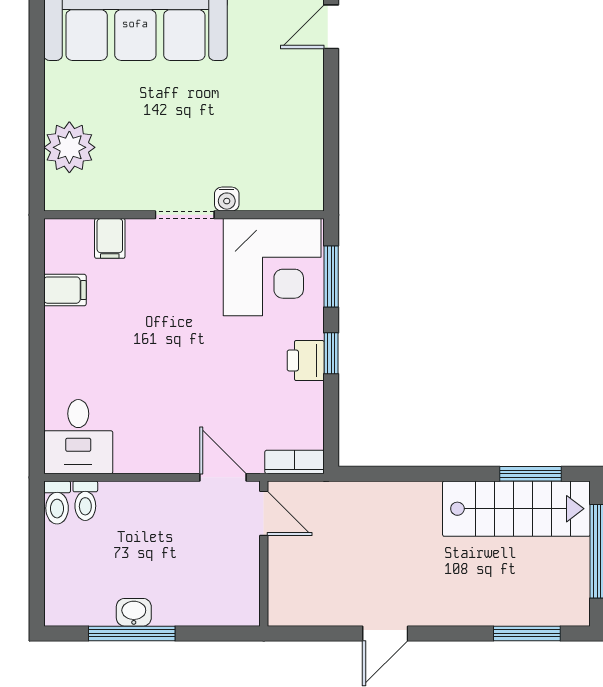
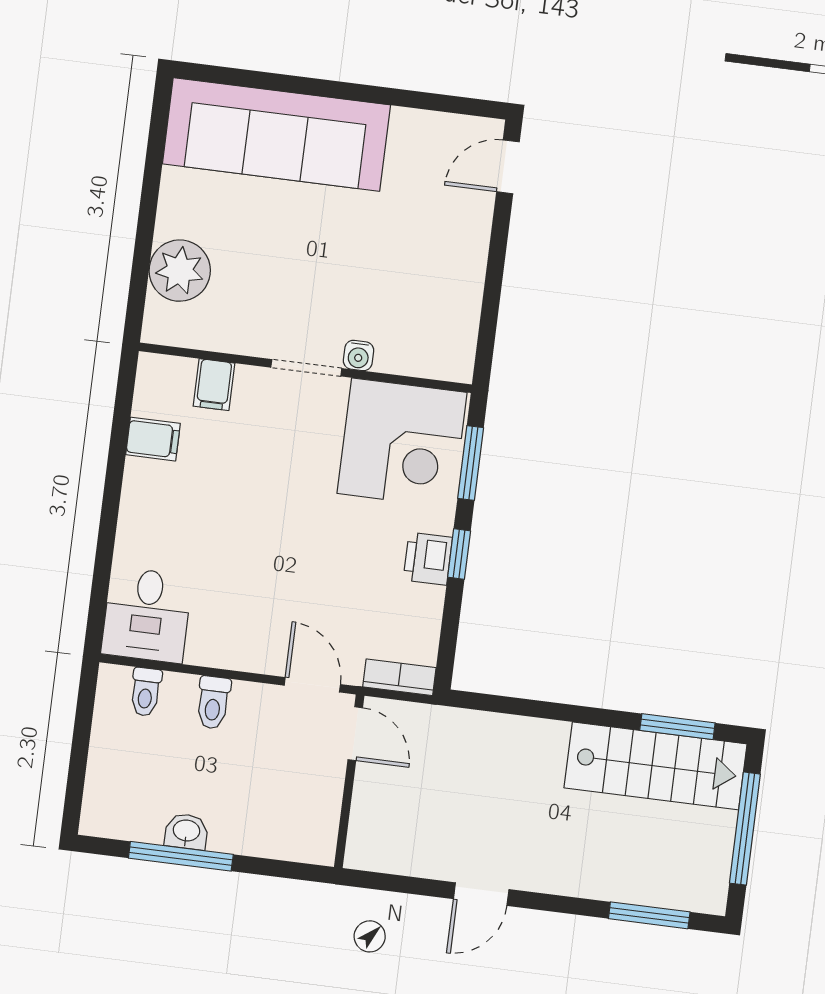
toilet: (57, 502) -> (213, 703), moved

